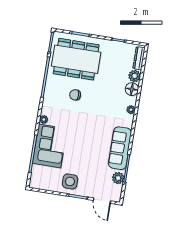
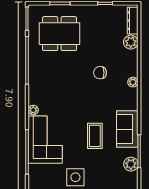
dining table: (76, 59) -> (59, 34), width x0.73, depth x0.80
floor lamp: (132, 89) -> (130, 58), removed
chair: (75, 95) -> (100, 73), moved
sofa: (120, 148) -> (127, 129), width x0.73
coffee table: (92, 149) -> (95, 136), added

